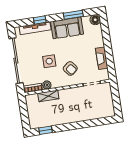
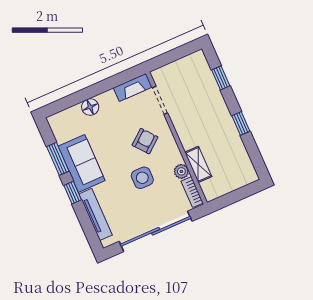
window: (40, 20) -> (73, 193), moved
floor lamp: (95, 20) -> (90, 107), moved
fireplace: (102, 58) -> (133, 87), moved
window: (95, 122) -> (221, 78), added
window: (45, 130) -> (241, 124), moved

